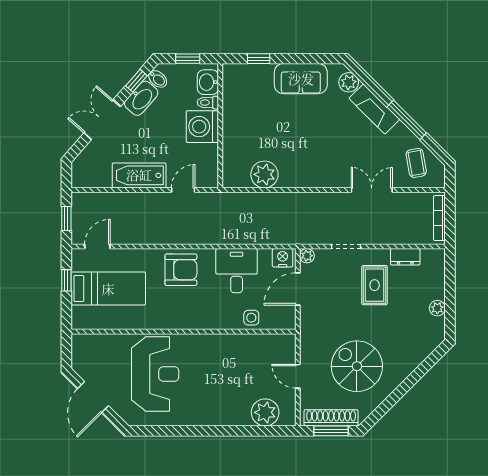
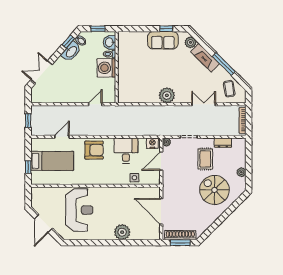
window: (259, 59) -> (166, 29), moved
double door: (102, 120) -> (42, 72), moved
plant: (264, 174) -> (167, 95), moved
bathtub: (139, 175) -> (70, 96), removed
door: (97, 247) -> (62, 137), moved
window: (66, 280) -> (28, 167), moved
spiral stairs: (357, 366) -> (214, 190), moved
door: (298, 376) -> (161, 211), width x1.88
plant: (265, 412) -> (122, 232), moved

